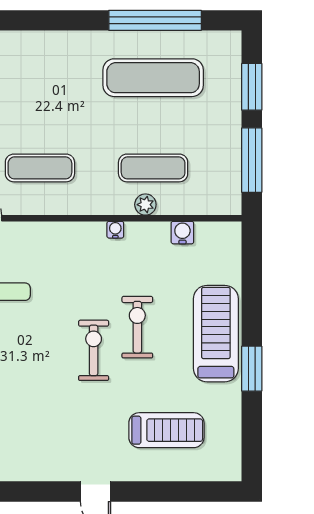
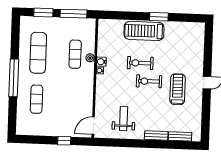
window: (155, 20) -> (14, 78), moved
exercise mat: (40, 168) -> (36, 99), moved
water cooler: (182, 233) -> (101, 62), moved
treadmill: (166, 430) -> (178, 89), moved

